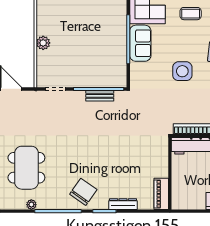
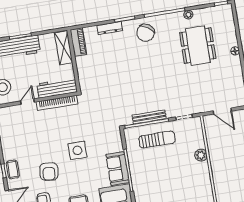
sun lounger: (90, 69) -> (157, 140), added
bench: (100, 96) -> (149, 117), width x1.36
shelving: (179, 190) -> (64, 48), added

